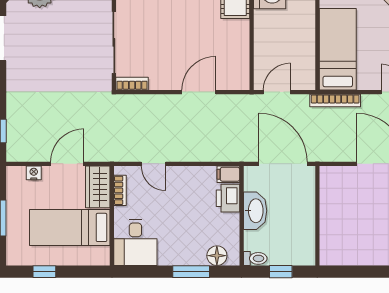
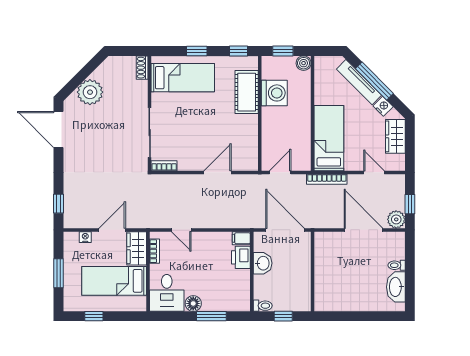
washbasin: (255, 211) -> (263, 263), width x0.72
floor lamp: (217, 256) -> (193, 303), moved

